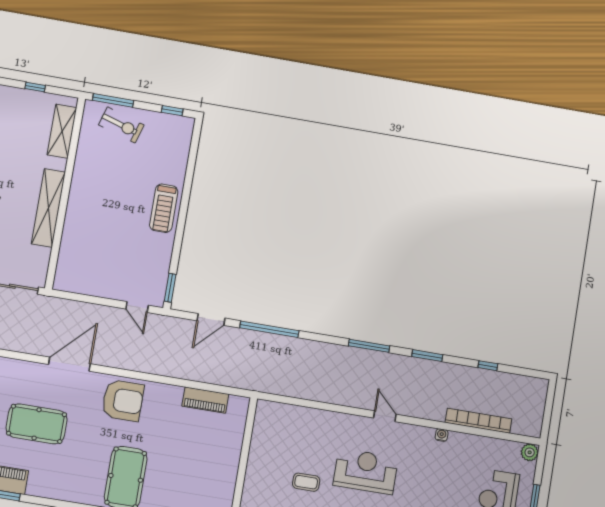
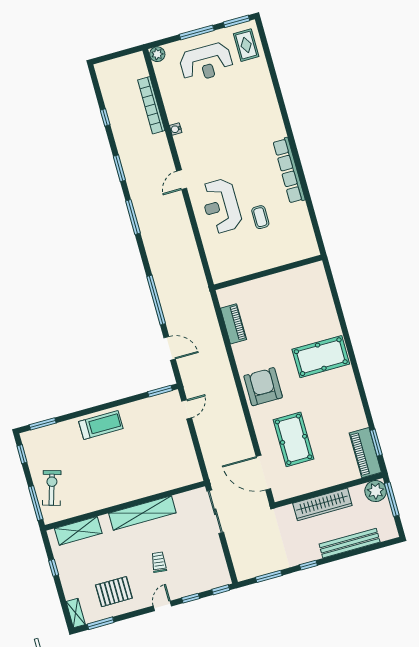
window: (194, 147) -> (43, 424), added
door: (69, 364) -> (263, 473), moved
pool table: (37, 424) -> (294, 439), moved
reception desk: (366, 471) -> (221, 206), moved

